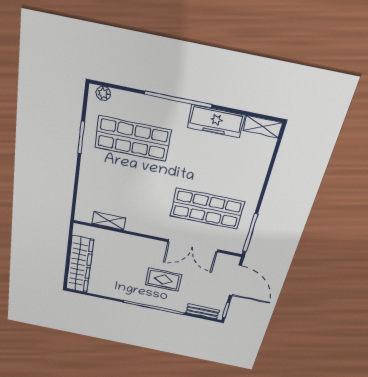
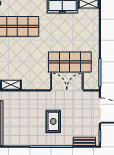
double door: (193, 246) -> (67, 90), swing flipped
rug: (164, 280) -> (53, 121), turned 90

